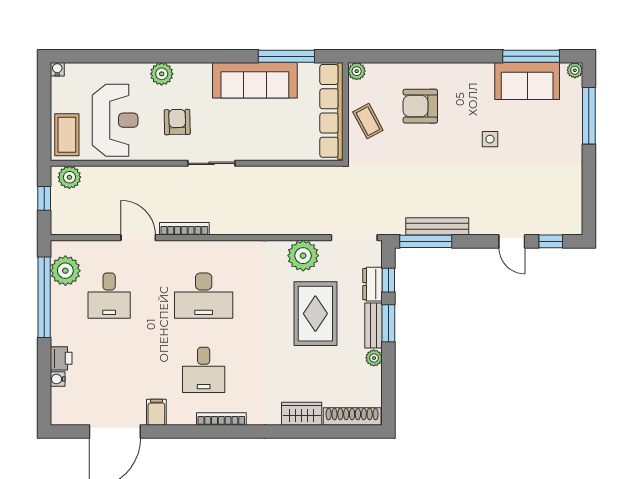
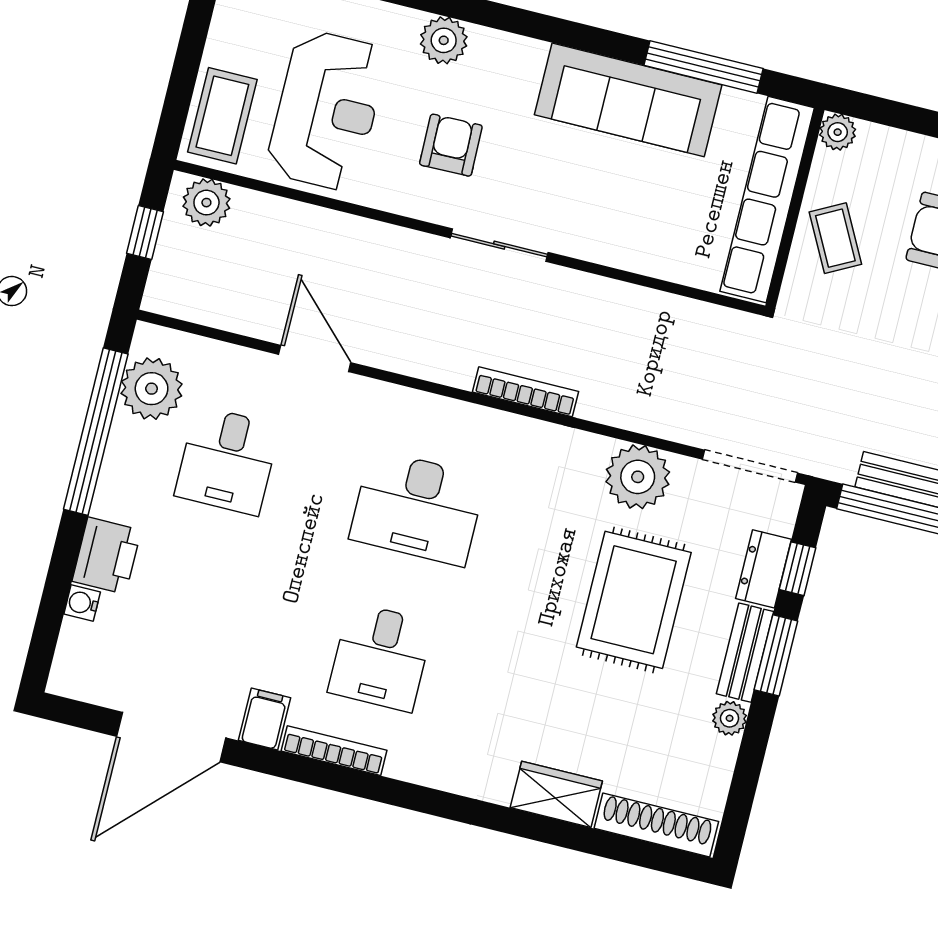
bookcase: (184, 229) -> (526, 392), moved
printer: (61, 358) -> (107, 556), width x1.36, depth x1.24
bookcase: (221, 419) -> (334, 751), moved

